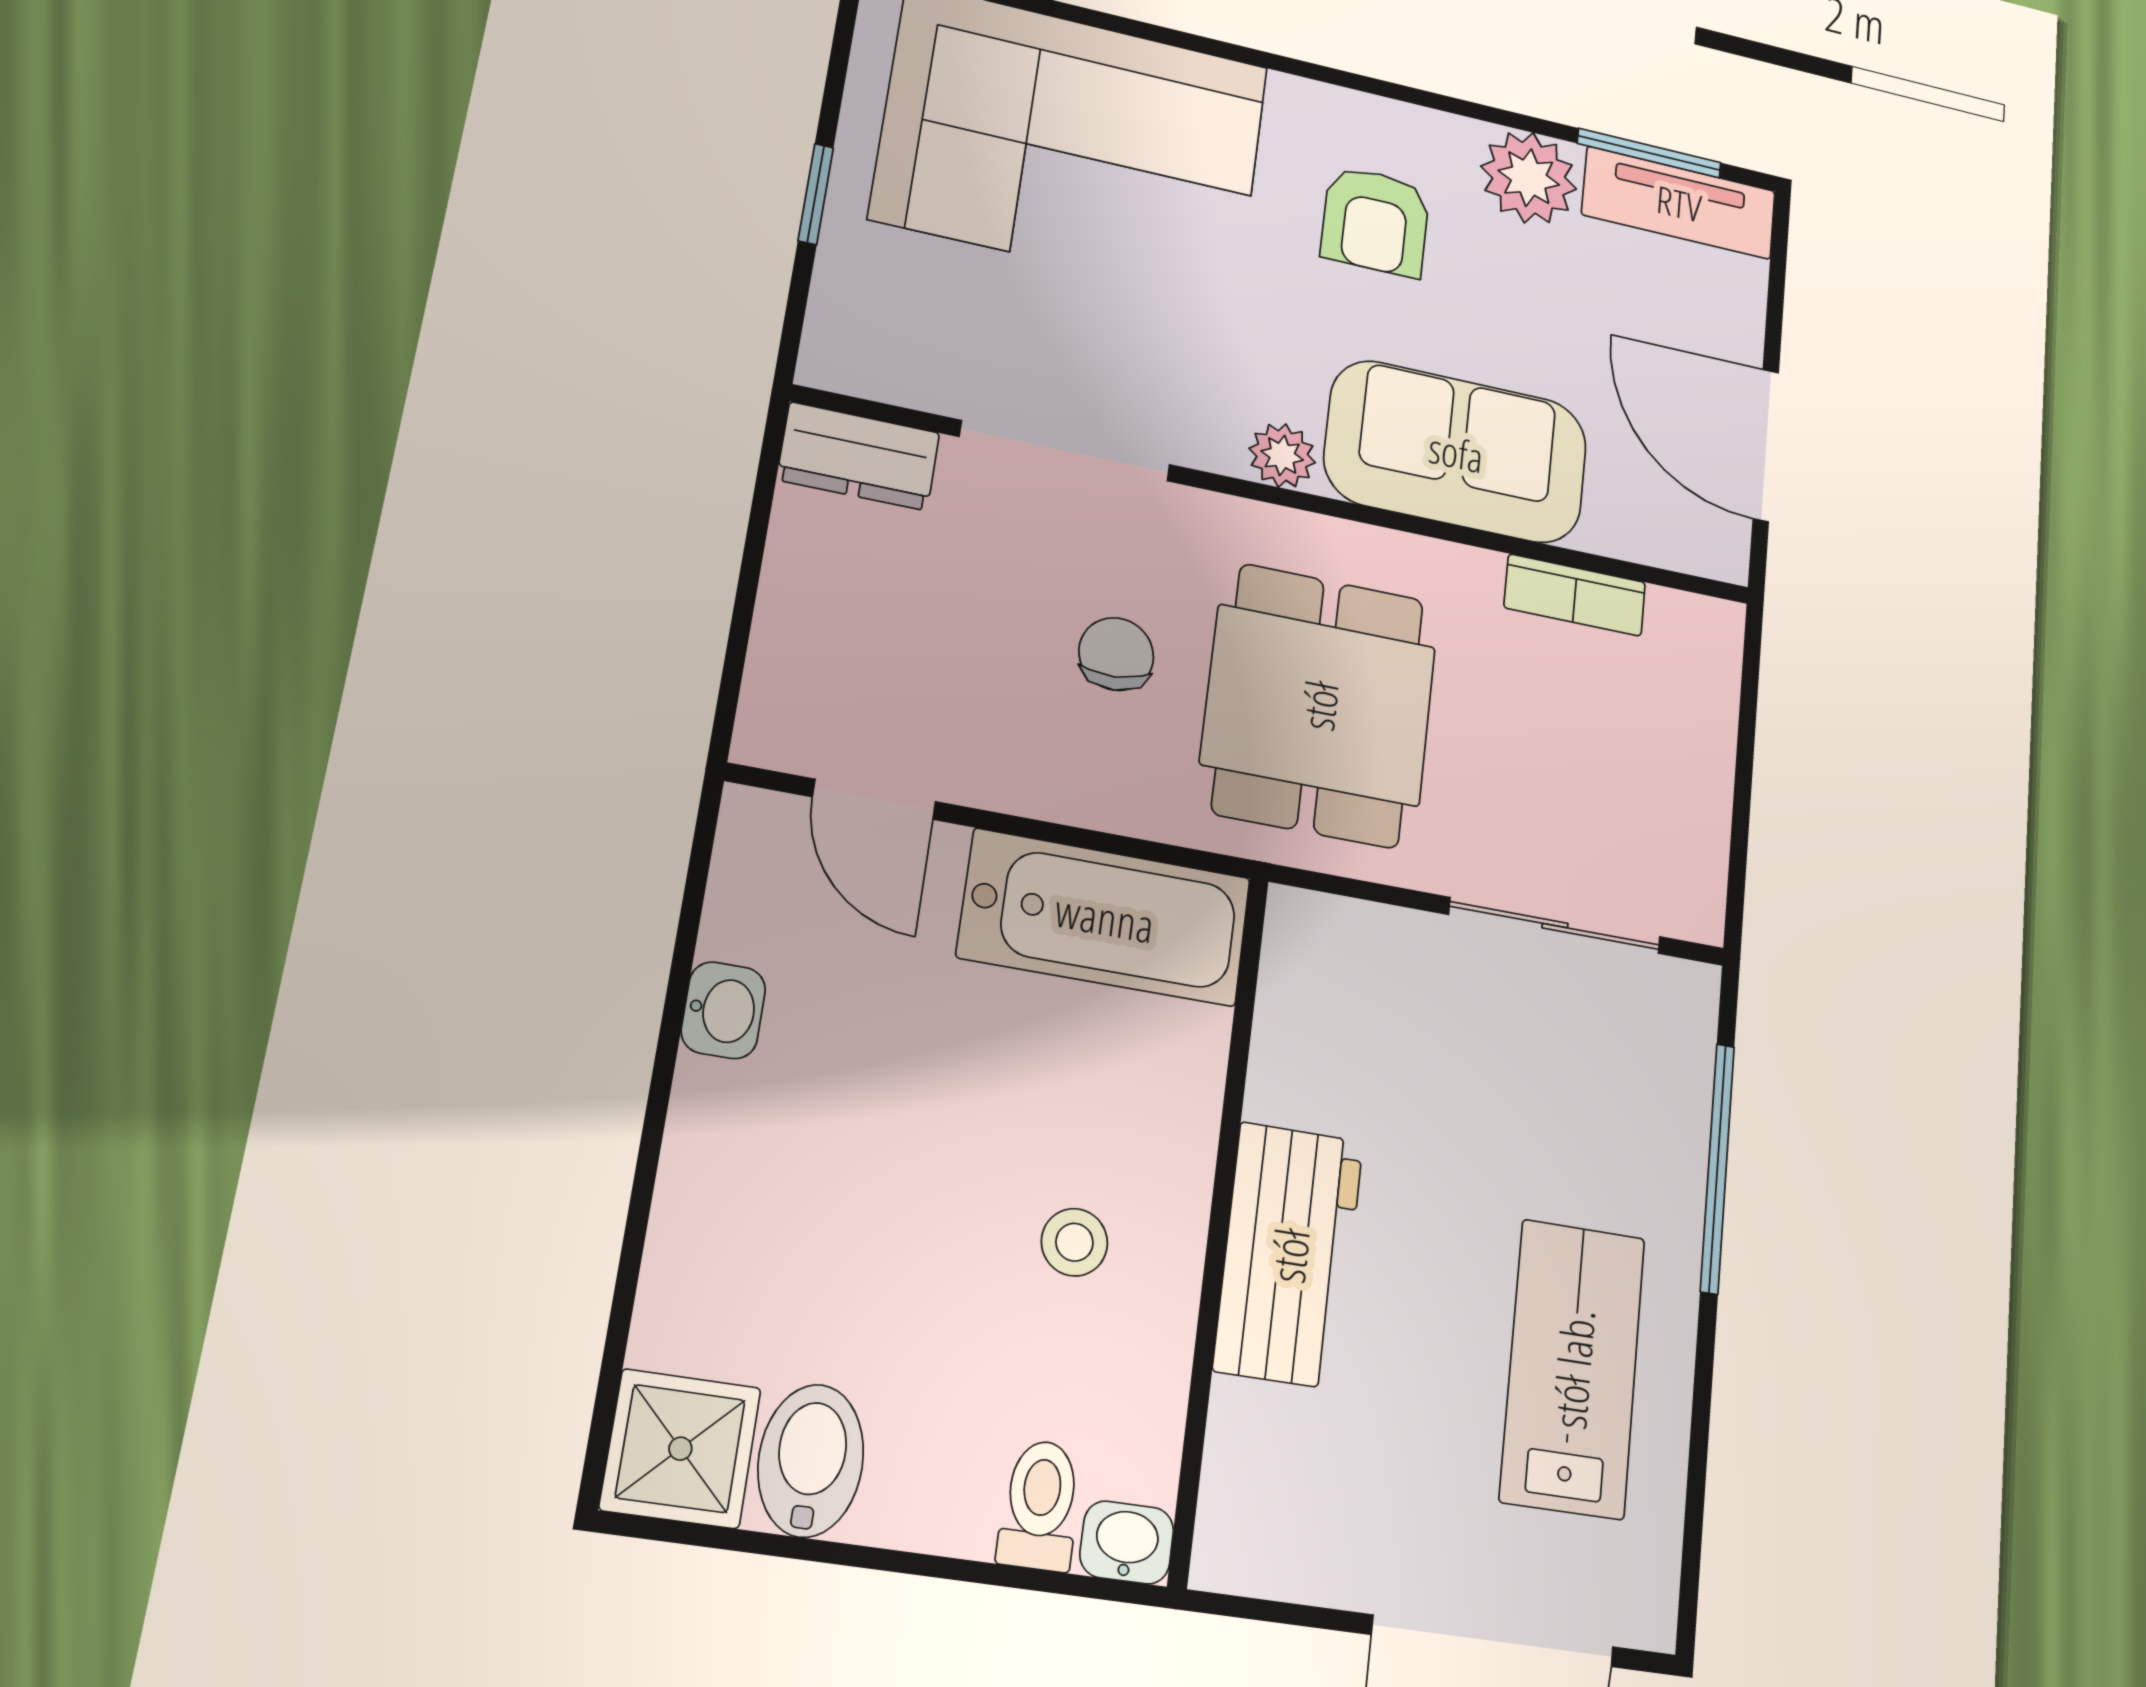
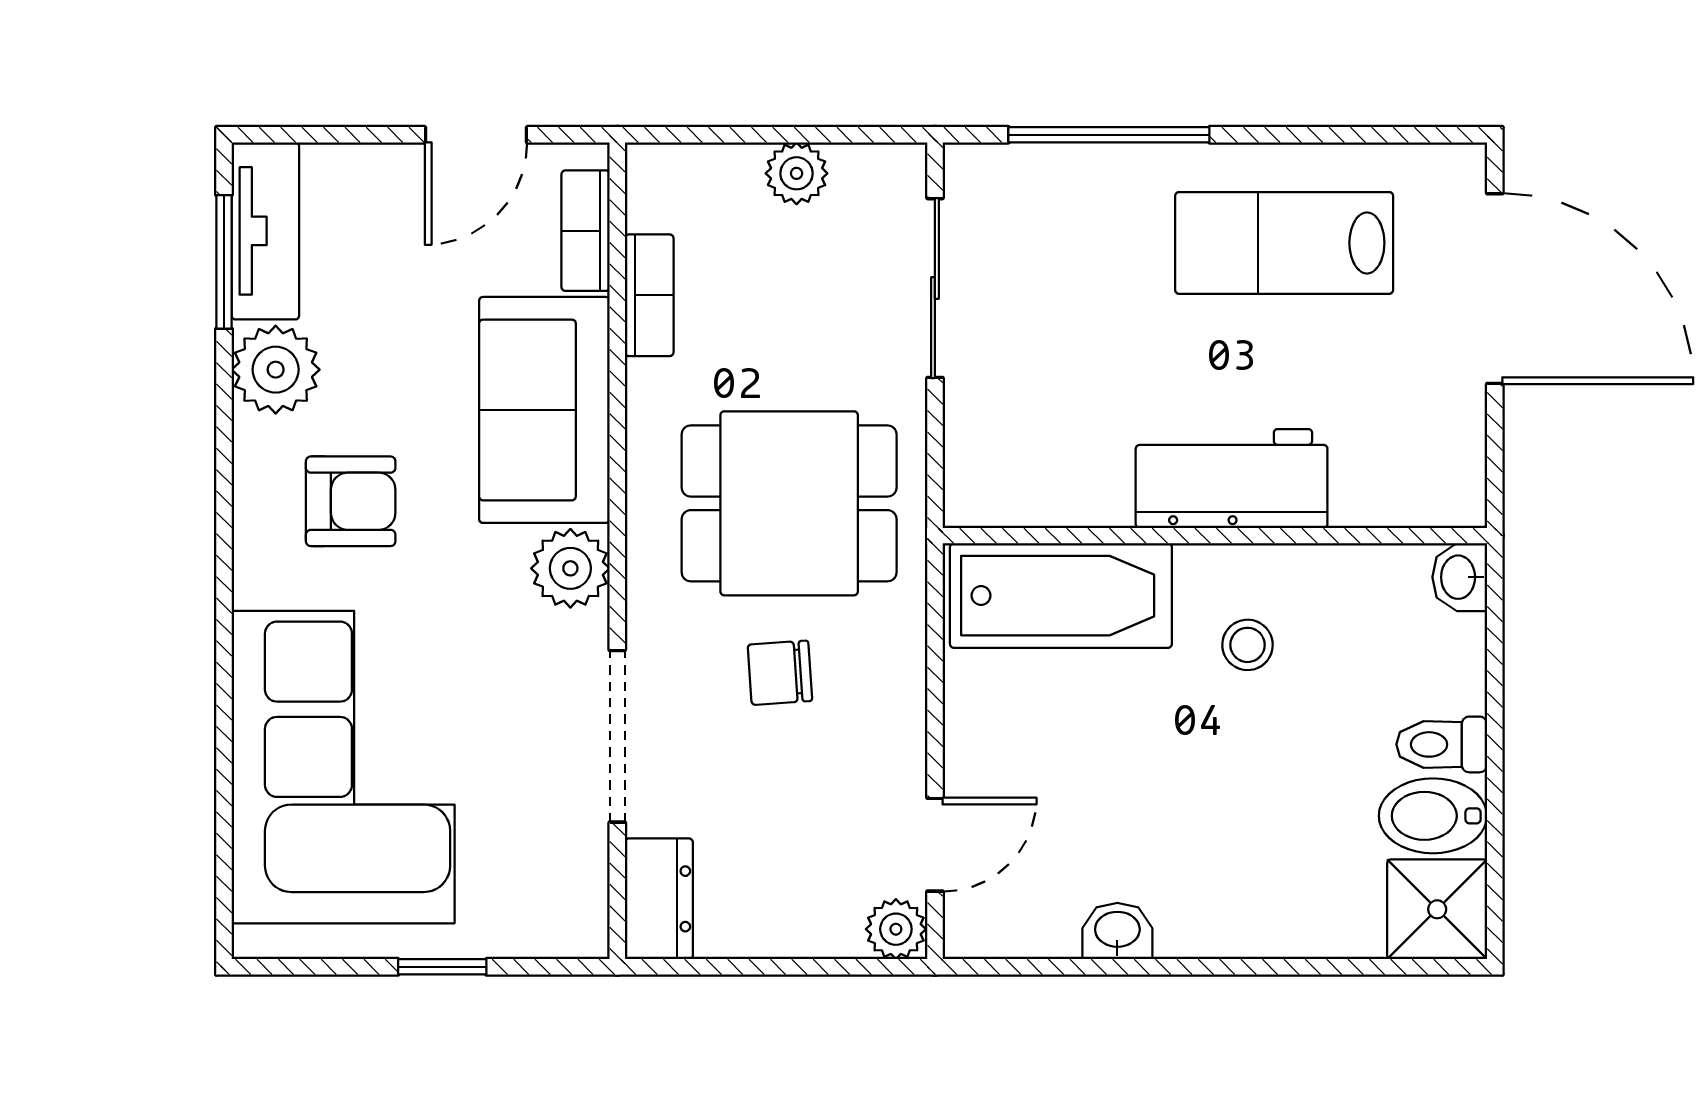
door: (1766, 445) -> (476, 135), width x0.73
plant: (1282, 455) -> (570, 568), width x1.38, depth x1.38
bookcase: (1653, 540) -> (586, 231), added
plant: (773, 731) -> (896, 929), added
plant: (1699, 789) -> (797, 173), added
bathtub: (1105, 917) -> (1061, 596), moved, turned 90
toilet: (1040, 1505) -> (1442, 744), moved

